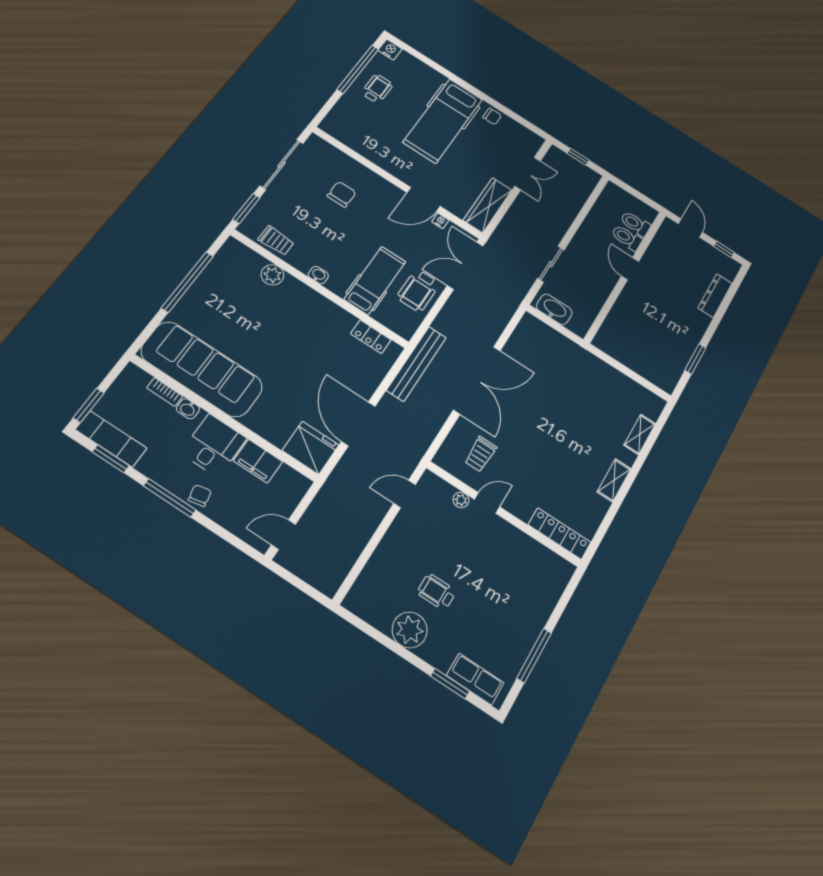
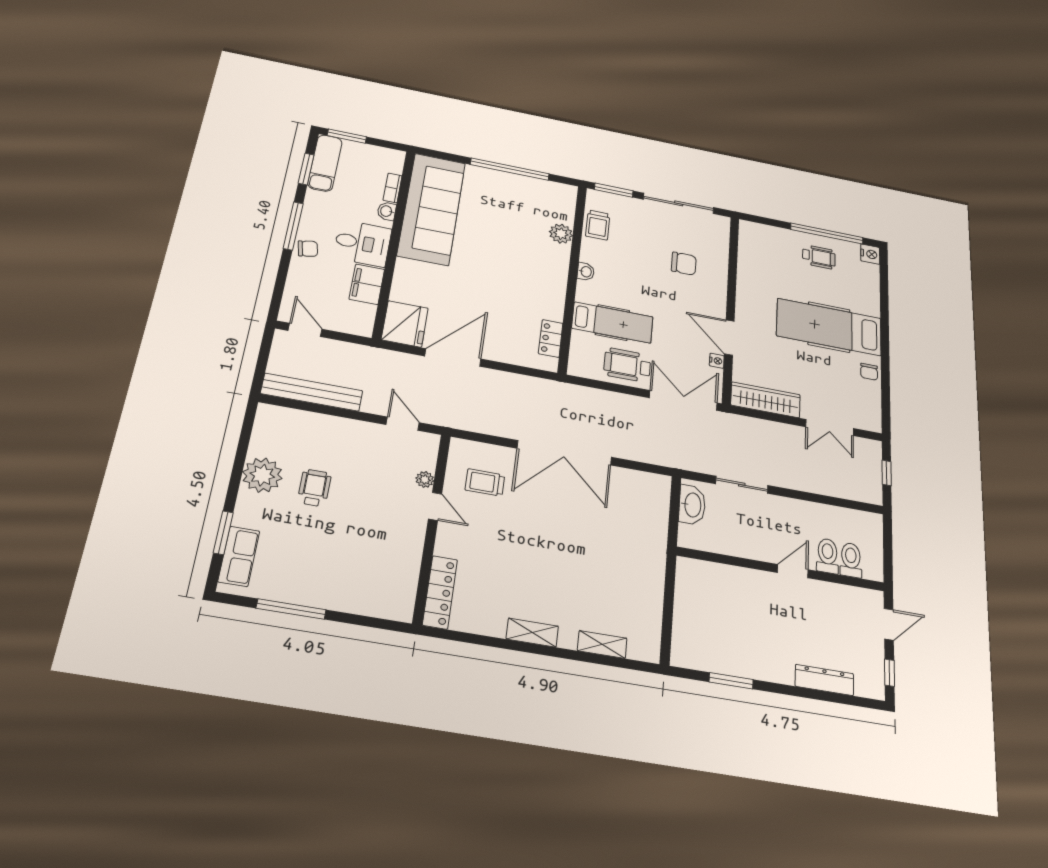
bench: (417, 364) -> (312, 392), moved

